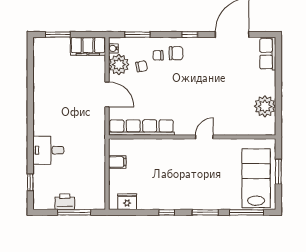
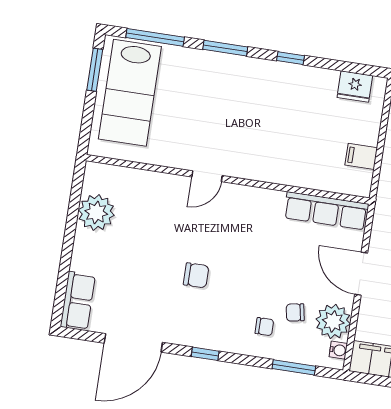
chair: (176, 53) -> (196, 275), moved, turned 180
row of seats: (141, 128) -> (326, 211), width x0.73
window: (278, 172) -> (95, 70), moved

